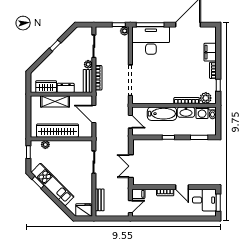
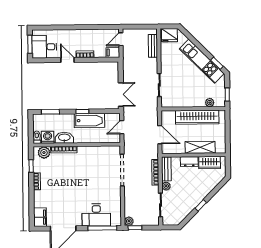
desk: (151, 40) -> (96, 215), width x0.73, depth x0.77
filing cabinet: (210, 52) -> (40, 217), moved
bathtub: (162, 114) -> (89, 121), moved, turned 180
door: (130, 122) -> (122, 127), hinge flipped
double door: (131, 166) -> (121, 94), moved

